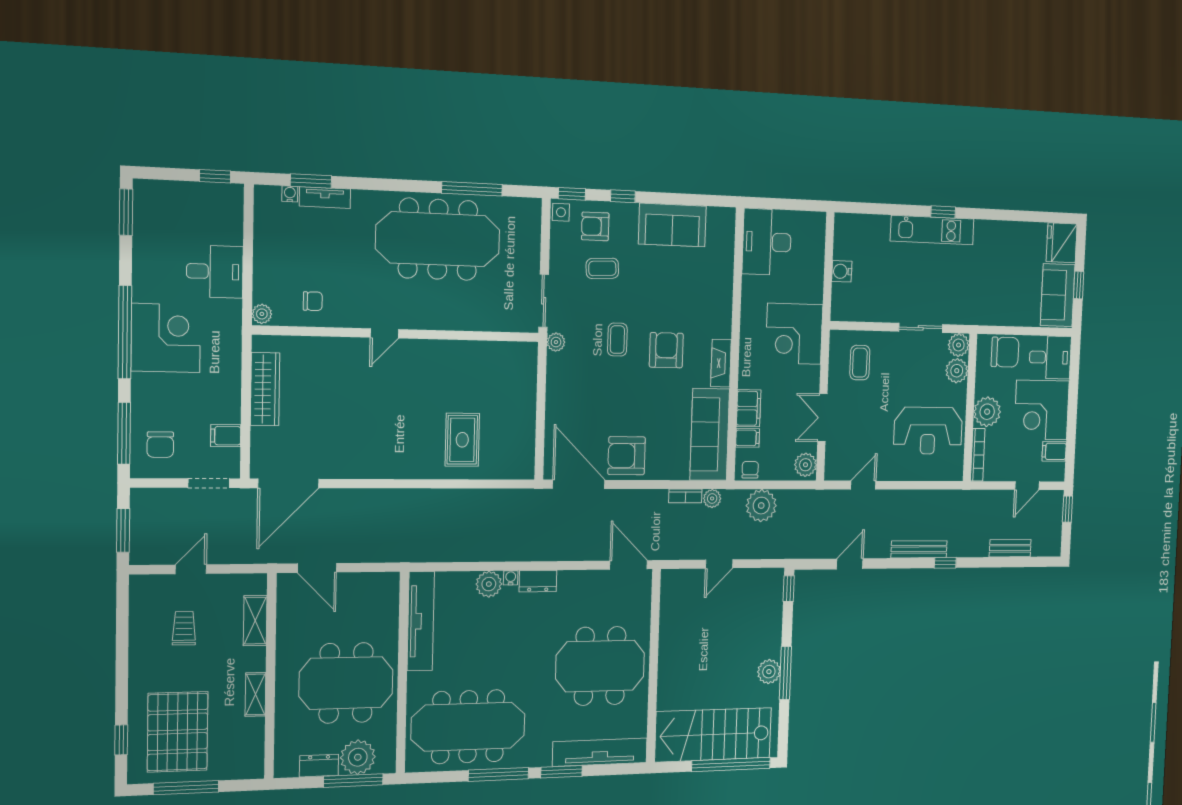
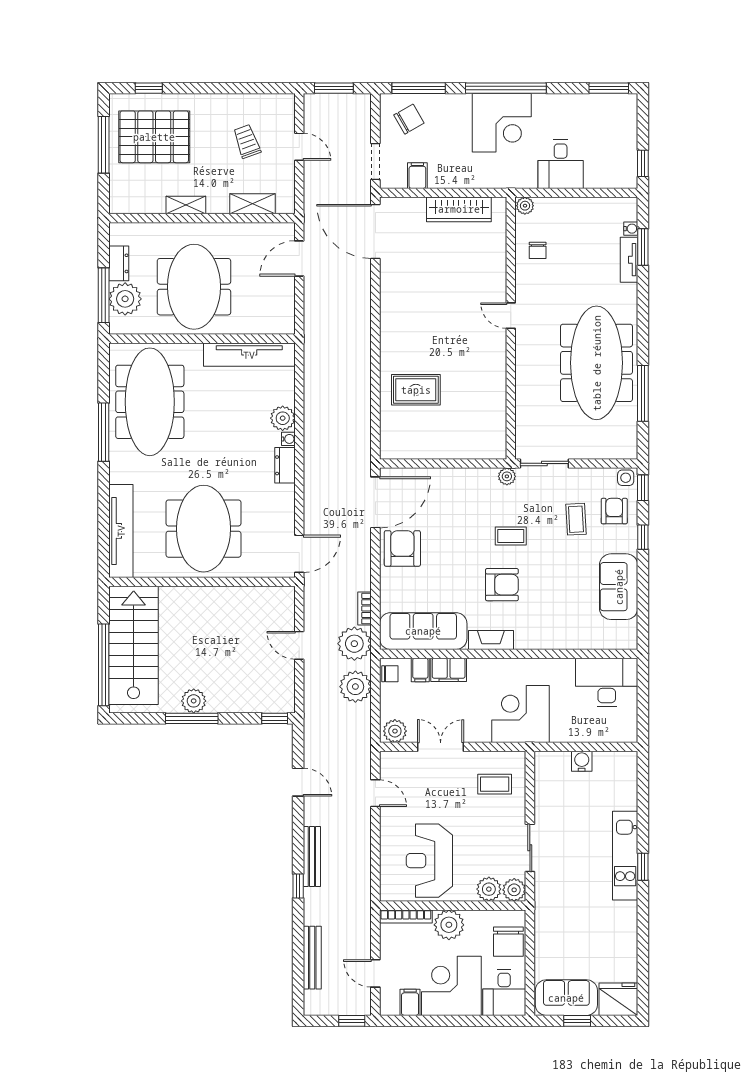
chair: (160, 445) -> (409, 119), turned 150
plant: (712, 498) -> (354, 644), width x1.87, depth x1.87
bench: (1010, 548) -> (312, 958), width x1.36
trolley: (184, 628) -> (247, 141), turned -110
window: (562, 772) -> (104, 493), removed

